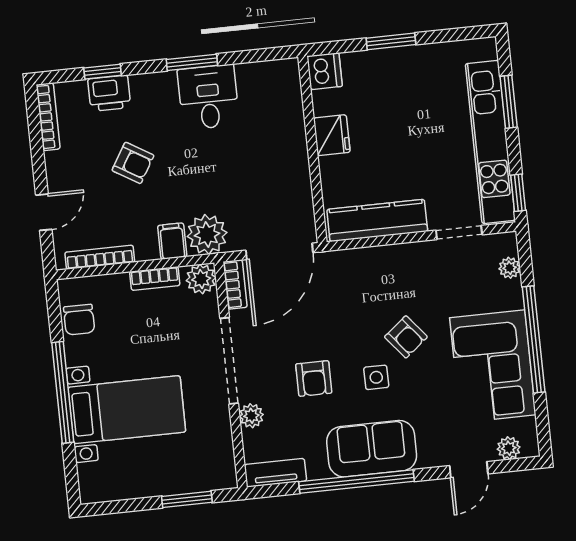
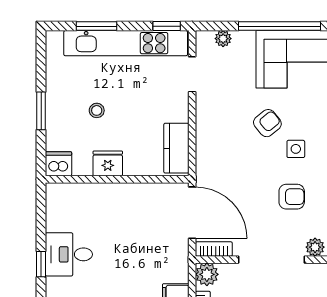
window: (192, 62) -> (41, 264), width x0.67
stool: (399, 114) -> (97, 110), added
kitchen counter: (377, 220) -> (176, 148), width x0.67
plant: (207, 234) -> (173, 266), removed

